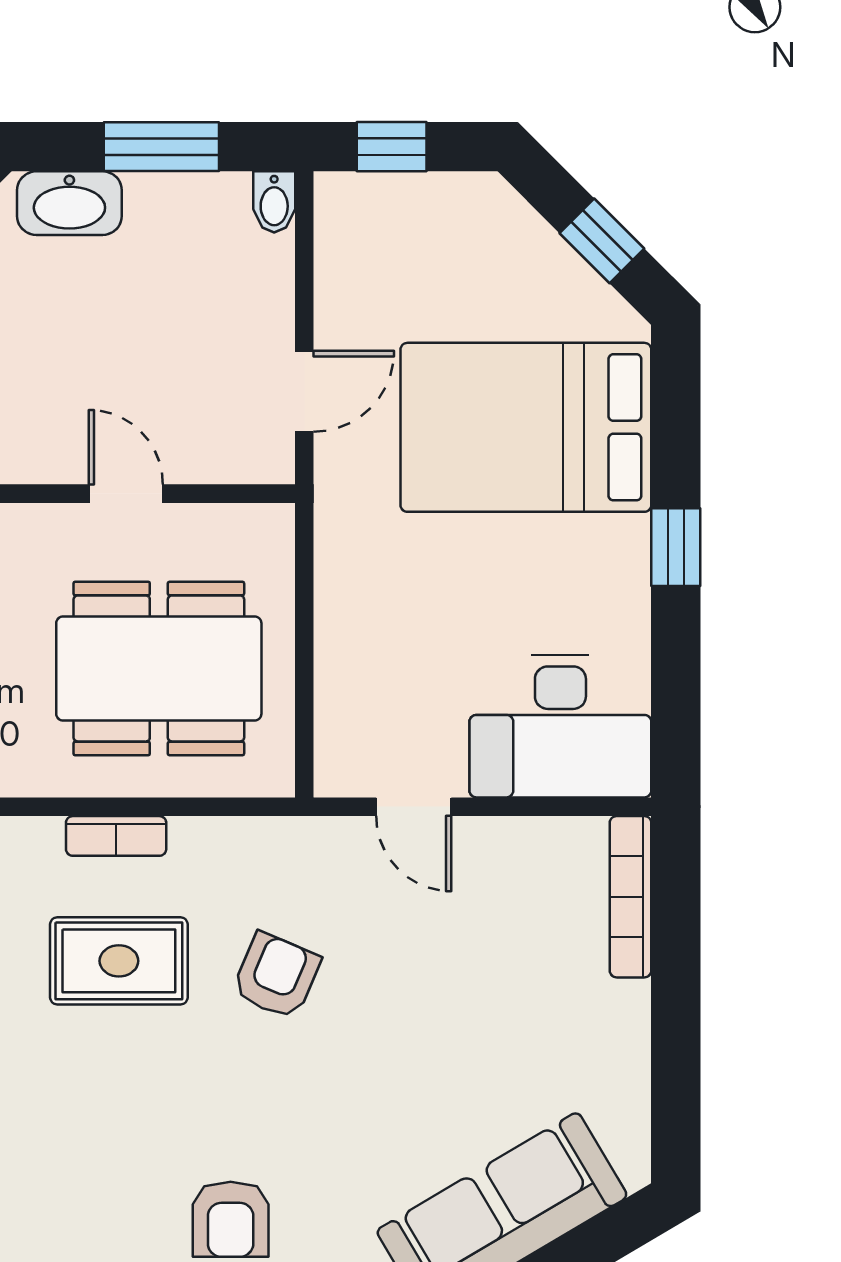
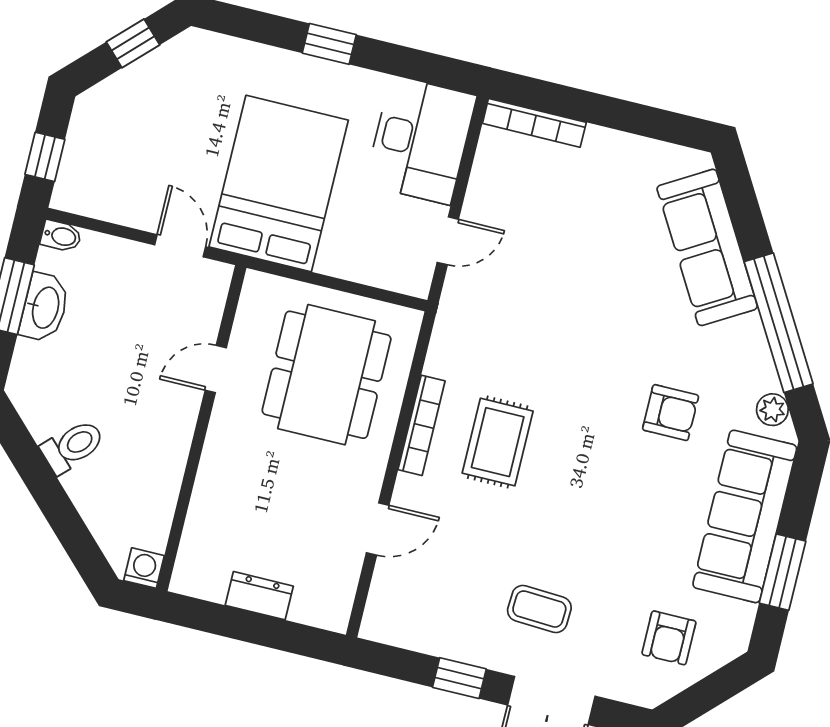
washbasin: (69, 203) -> (44, 307), moved
bed: (526, 427) -> (279, 183), moved, turned 180
bookcase: (116, 836) -> (422, 425), width x1.56
armchair: (276, 976) -> (530, 349), removed

